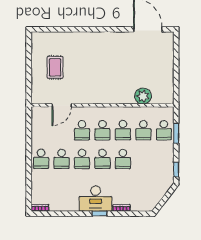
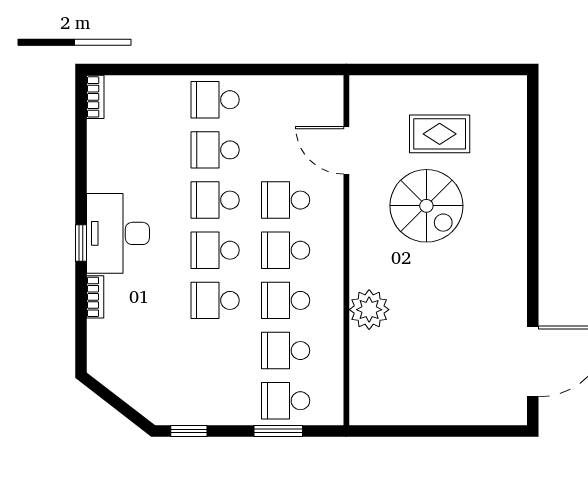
spiral stairs: (84, 73) -> (426, 206), added
plant: (143, 96) -> (369, 310), moved

